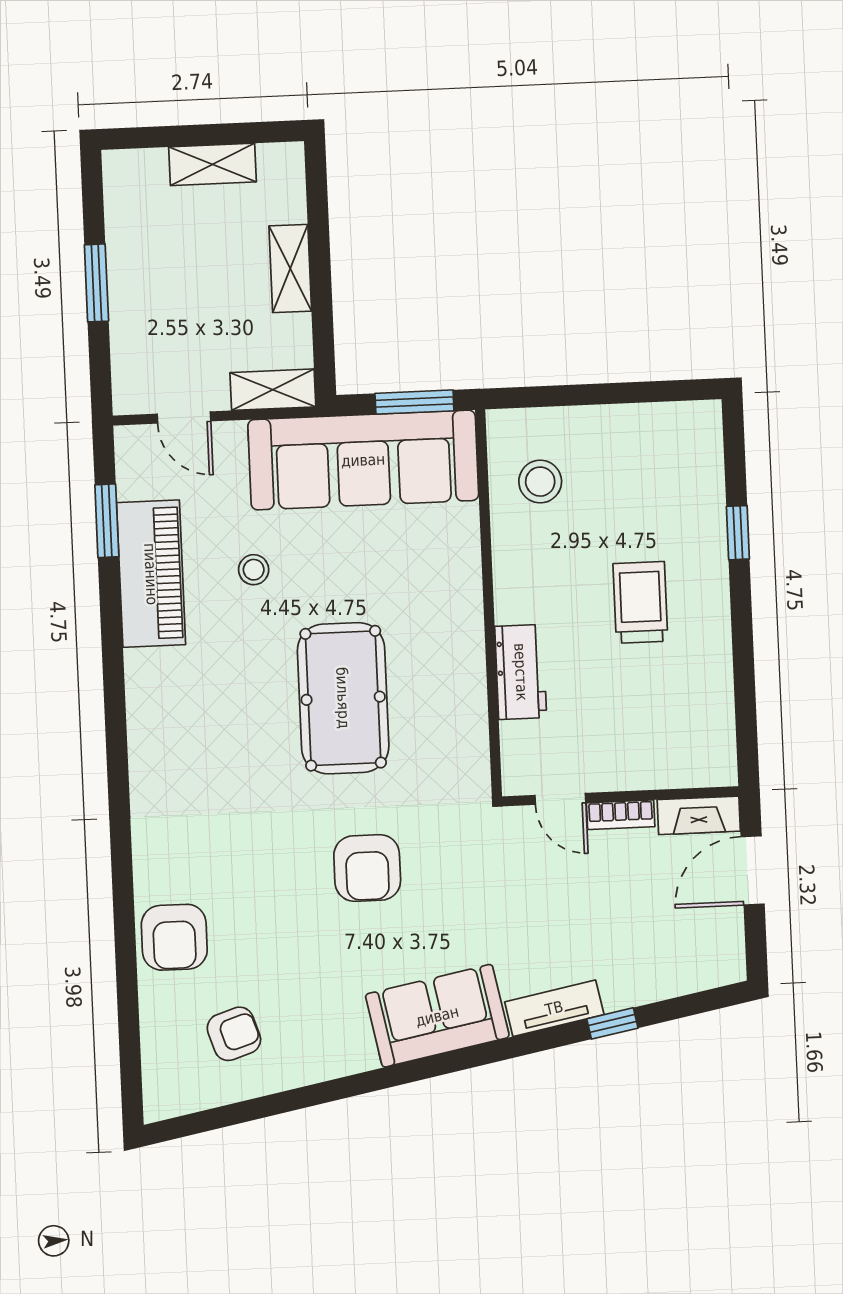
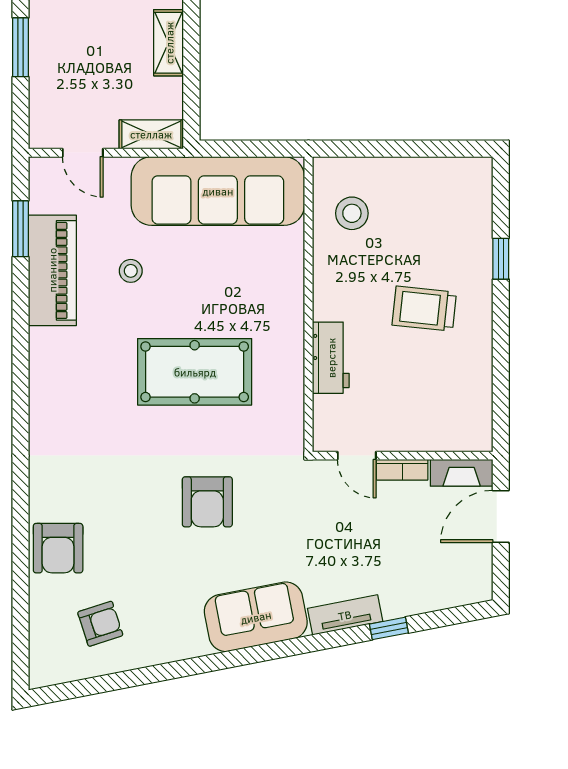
window: (414, 402) -> (259, 149), removed
trolley: (640, 602) -> (424, 309), turned -84
pool table: (343, 698) -> (195, 372), turned 90

